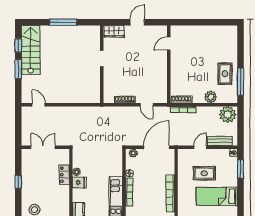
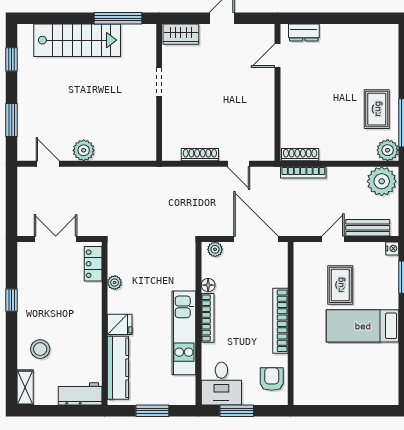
window: (63, 22) -> (118, 18), moved
dresser: (184, 30) -> (304, 32), added
stairs: (31, 50) -> (77, 40), moved, turned 90
window: (18, 69) -> (12, 120), moved
plant: (59, 97) -> (84, 150), added
plant: (211, 97) -> (388, 150), moved
door: (157, 147) -> (256, 239), hinge flipped
rug: (204, 173) -> (340, 285), turned 90
locker: (64, 175) -> (93, 264), moved
fridge: (79, 183) -> (120, 324), moved

